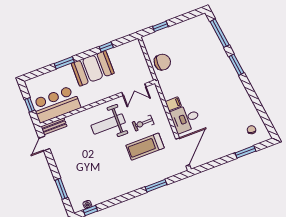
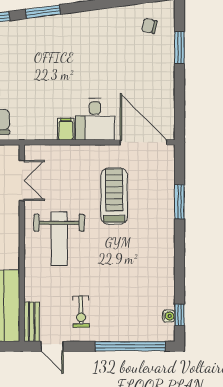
exercise bike: (143, 123) -> (81, 312), moved
treadmill: (145, 147) -> (114, 196), turned 180
window: (61, 189) -> (130, 346), width x2.11

